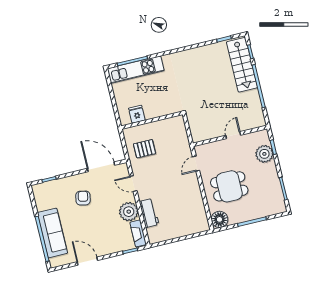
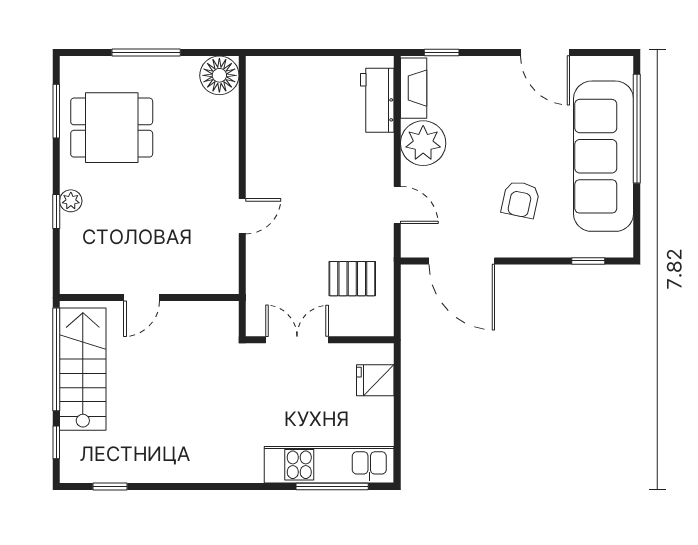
stairs: (242, 65) -> (83, 369), moved
fridge: (137, 114) -> (375, 380), moved, turned 90
double door: (161, 118) -> (297, 340), added
door: (233, 135) -> (142, 298), moved
wall: (230, 136) -> (149, 298), moved
plant: (264, 154) -> (71, 201), width x0.53, depth x0.53
dining table: (229, 186) -> (112, 128), moved
workbench: (149, 213) -> (377, 100), moved
sofa: (52, 233) -> (603, 156), width x1.36, depth x1.27

